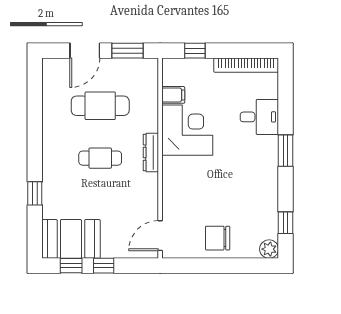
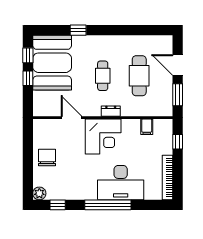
desk: (259, 117) -> (121, 183), width x1.87, depth x1.30
corner desk: (187, 130) -> (103, 136), moved
window: (286, 151) -> (108, 205), width x2.11
dresser: (151, 153) -> (111, 111), width x0.70
door: (160, 236) -> (72, 118), moved
booth: (71, 239) -> (52, 63), width x1.36, depth x1.42

